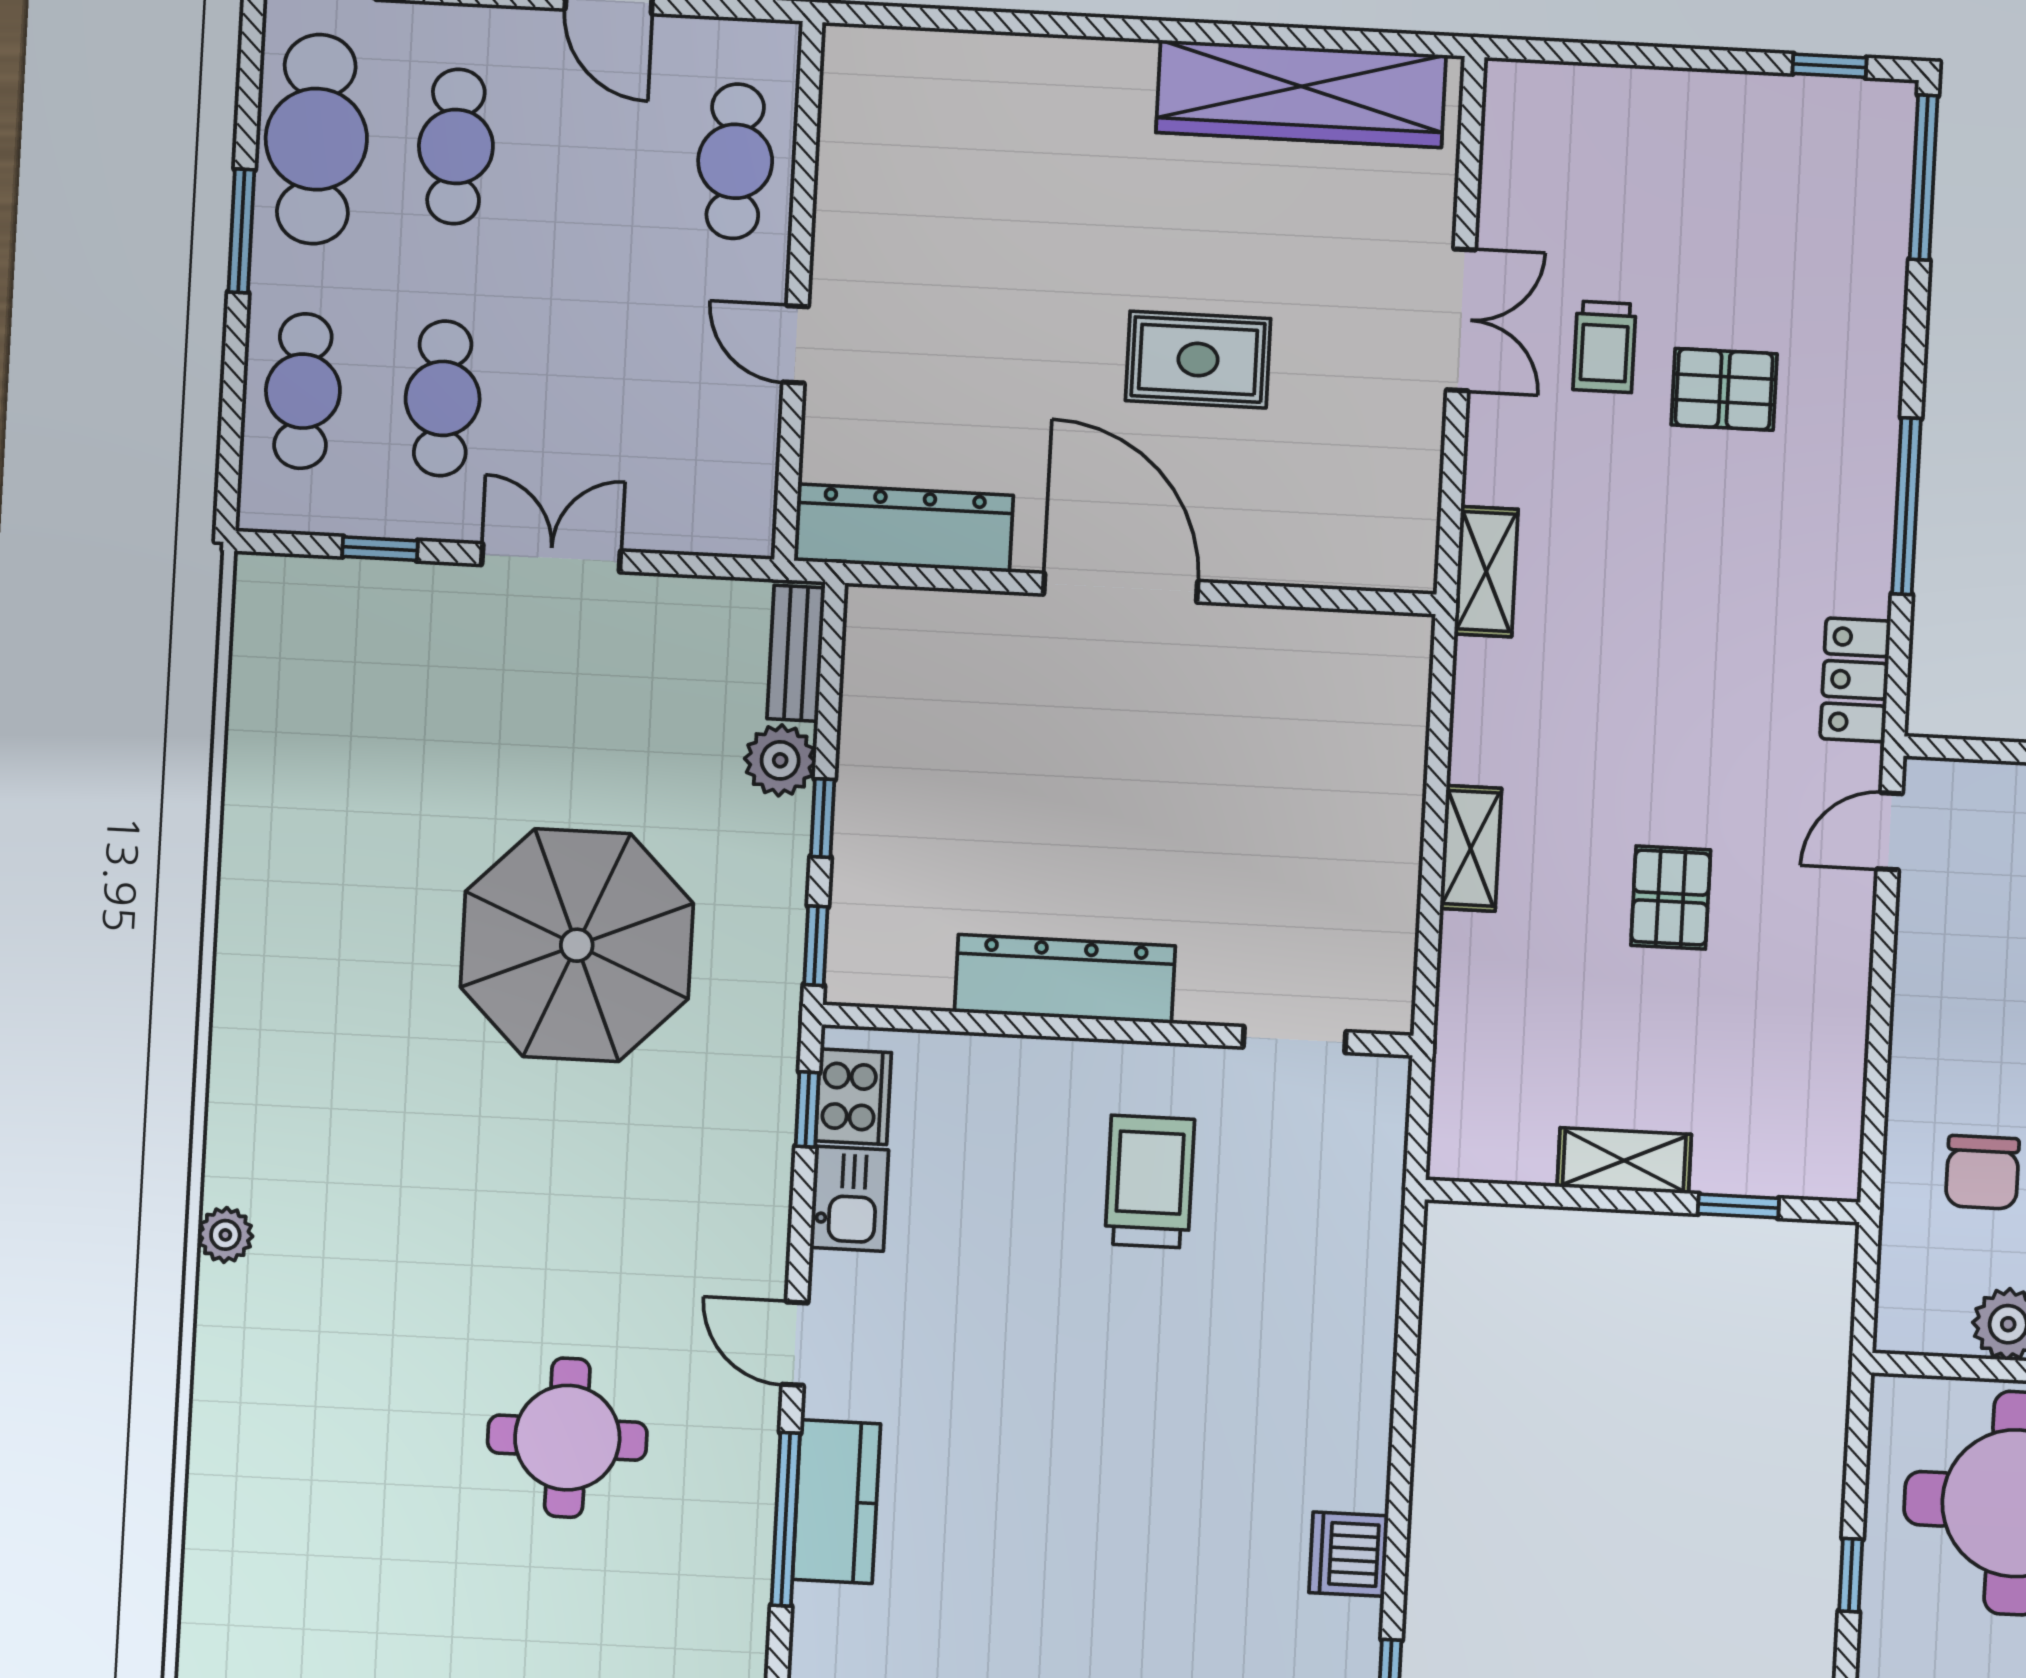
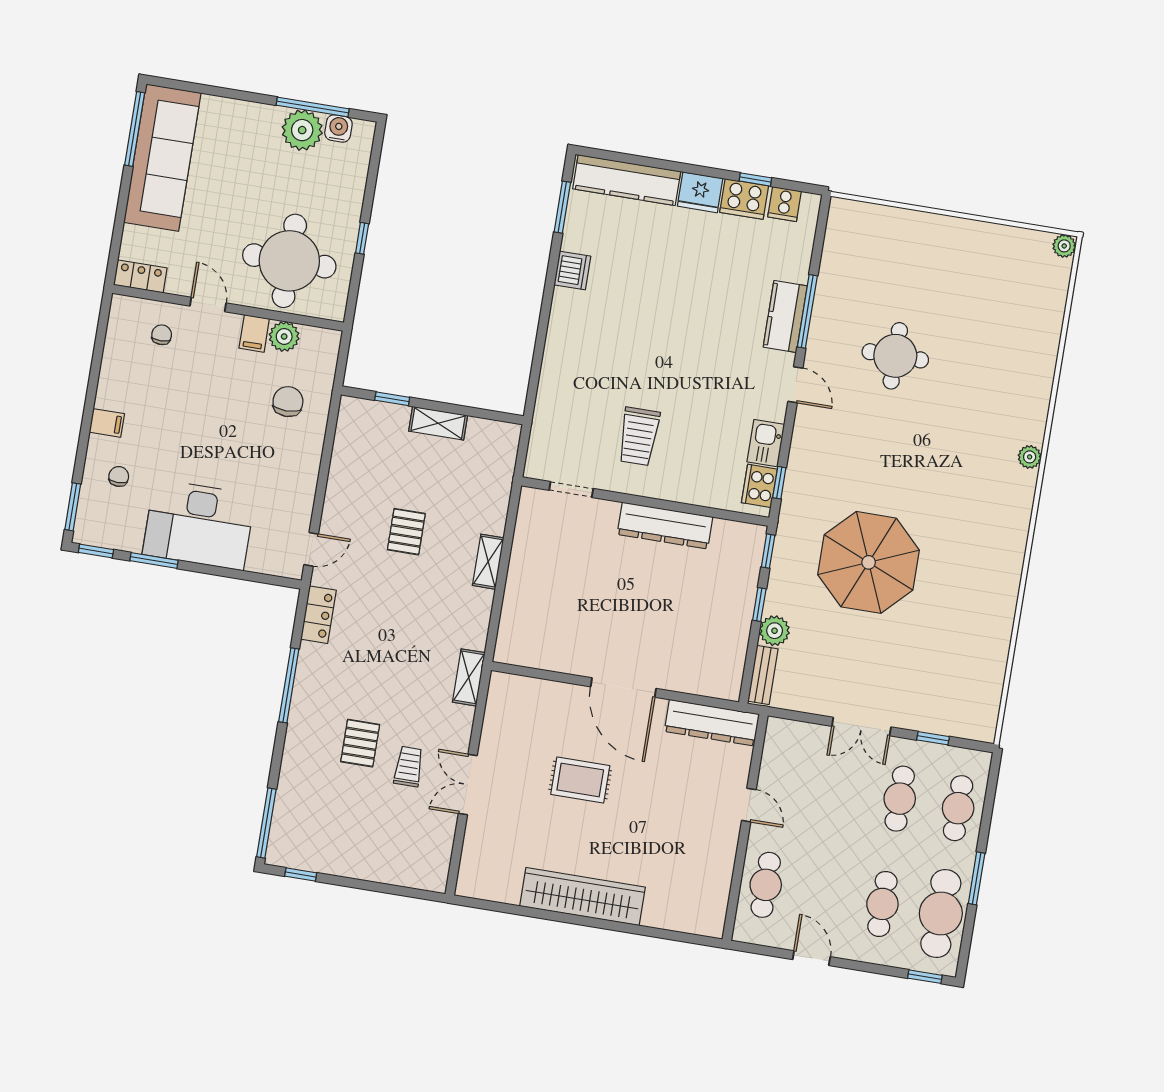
wardrobe: (1301, 94) -> (582, 897), moved
pallet: (1724, 389) -> (360, 743), turned 90

